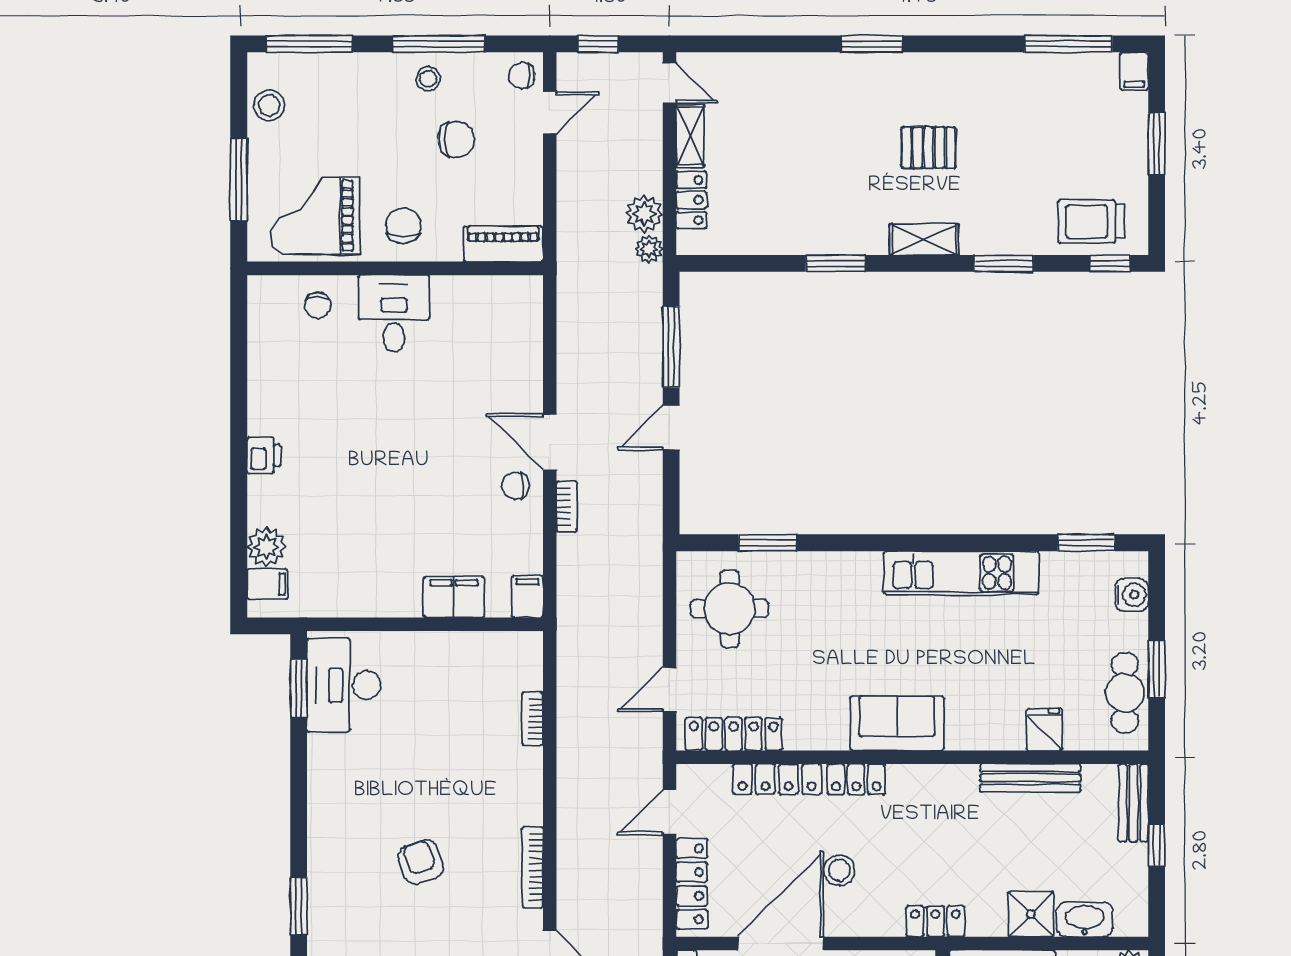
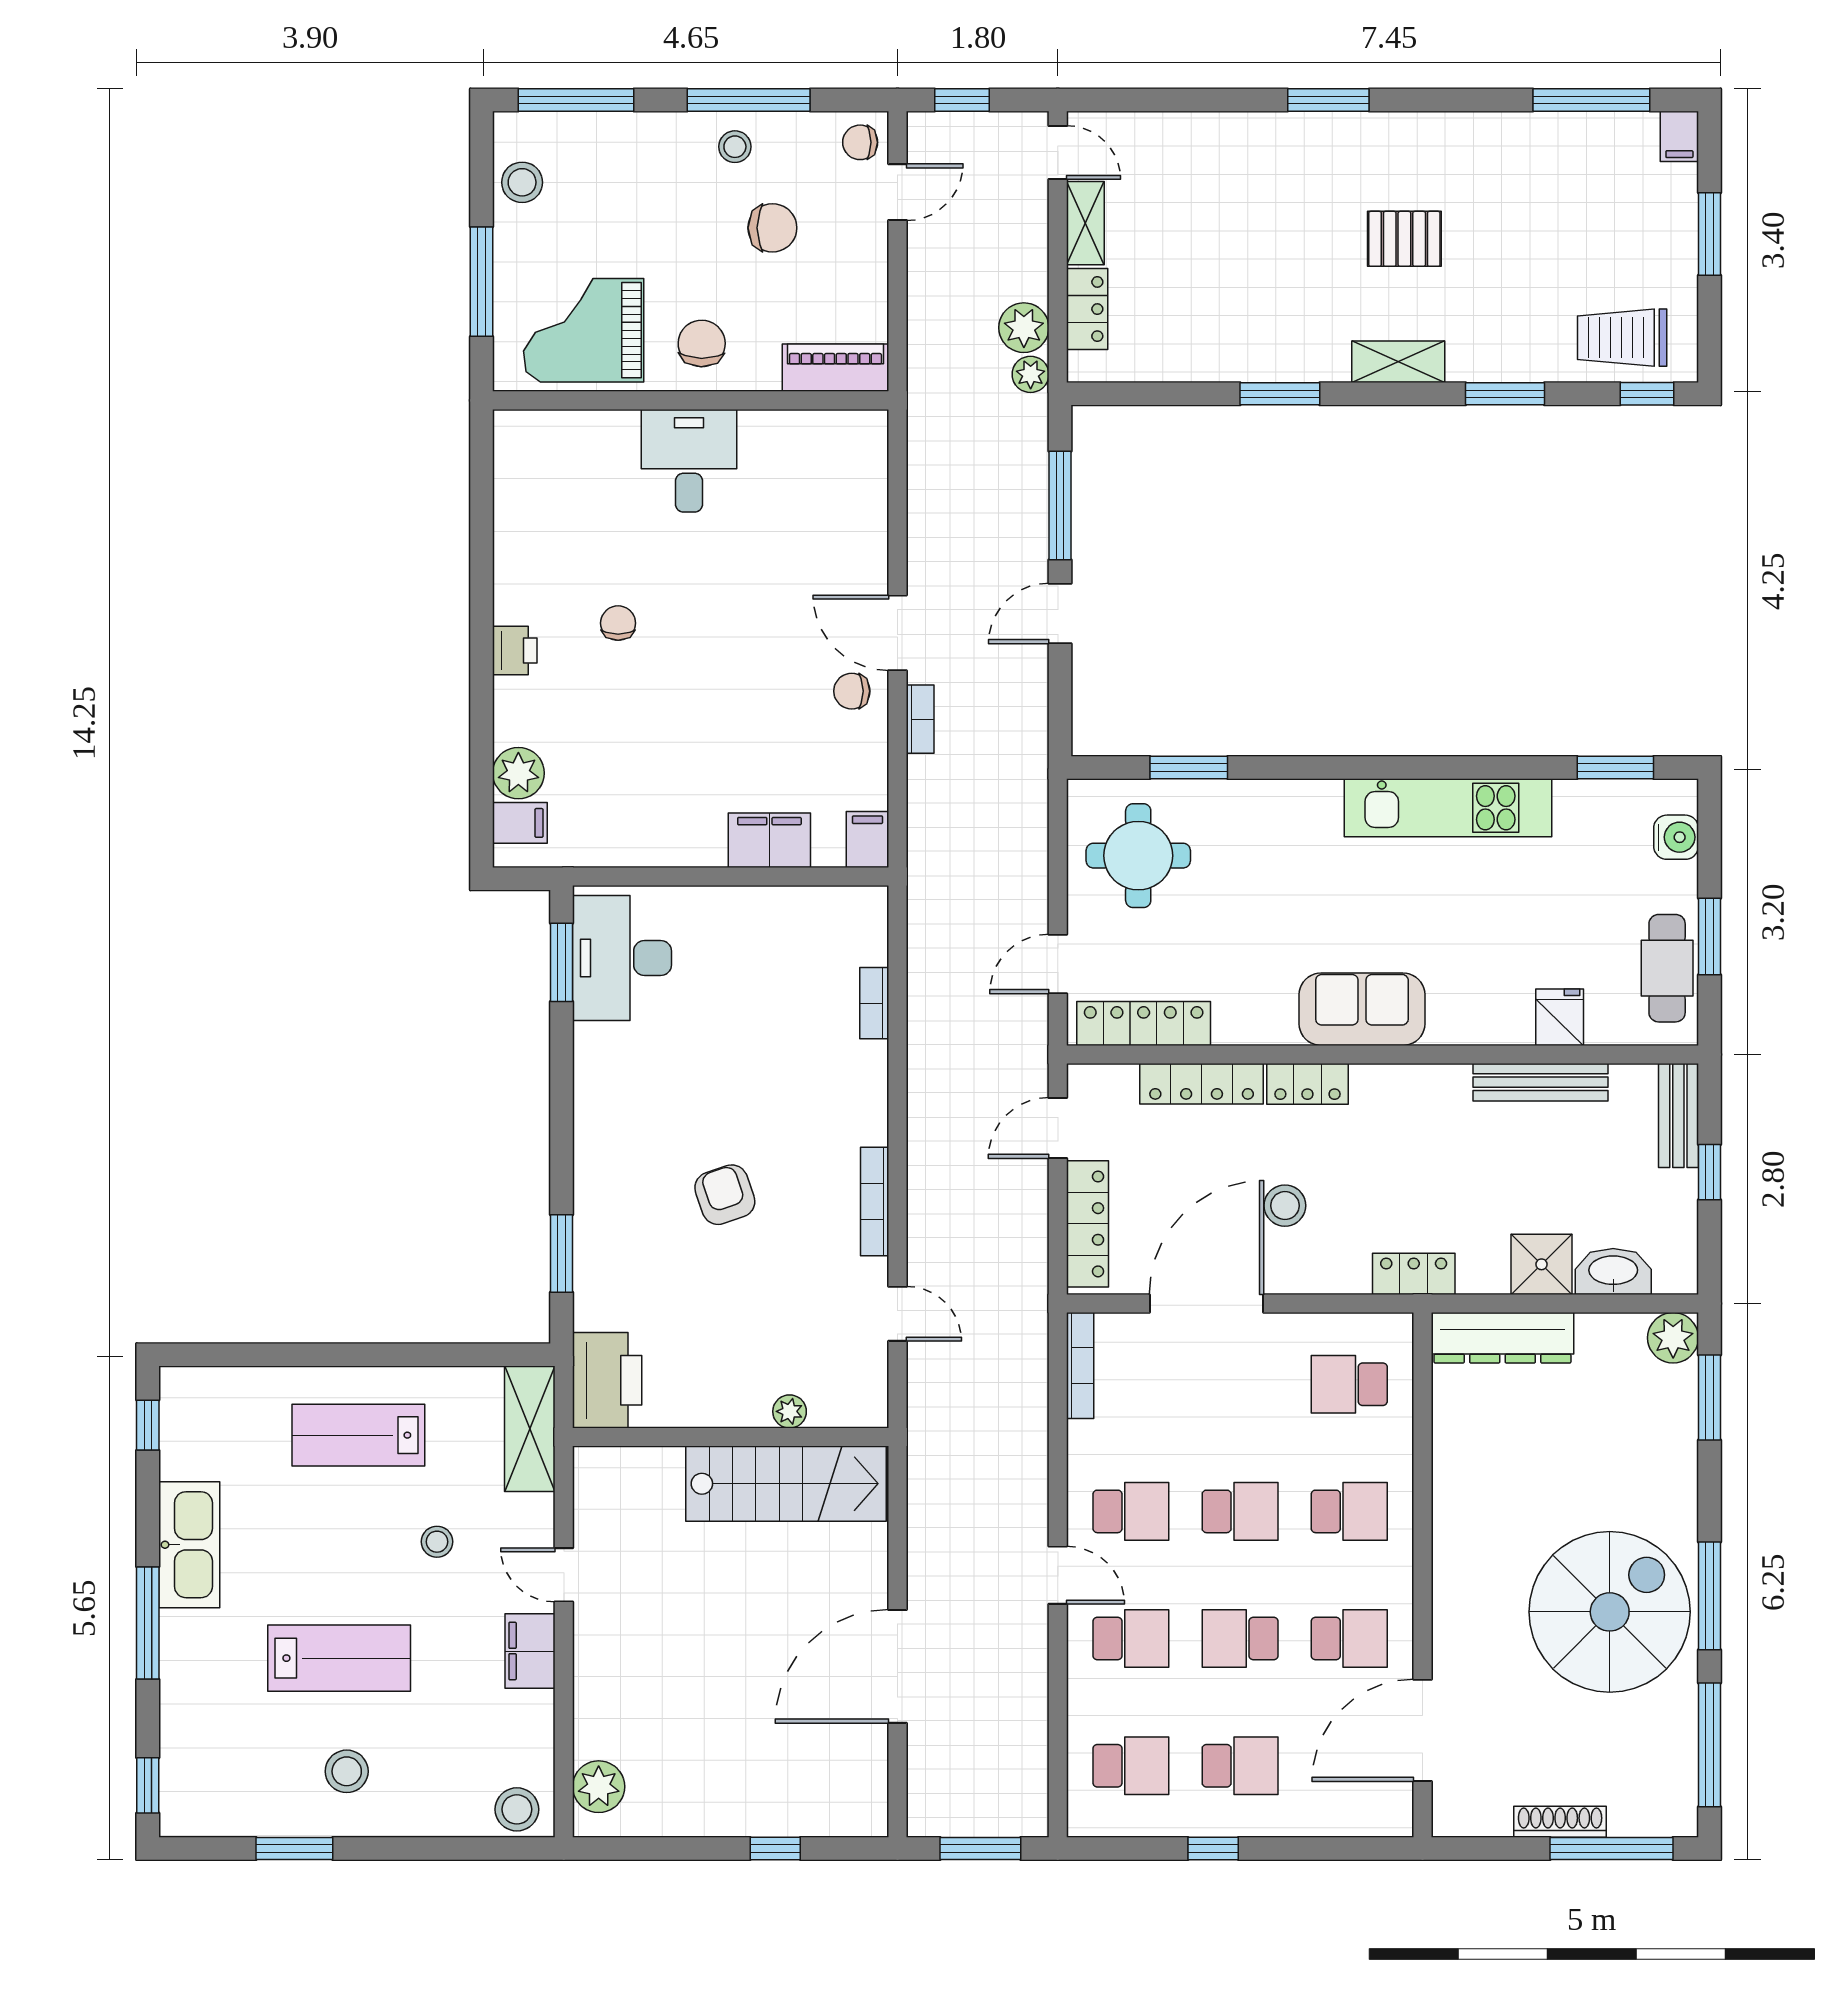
chair: (318, 305) -> (618, 623), moved, turned 180

